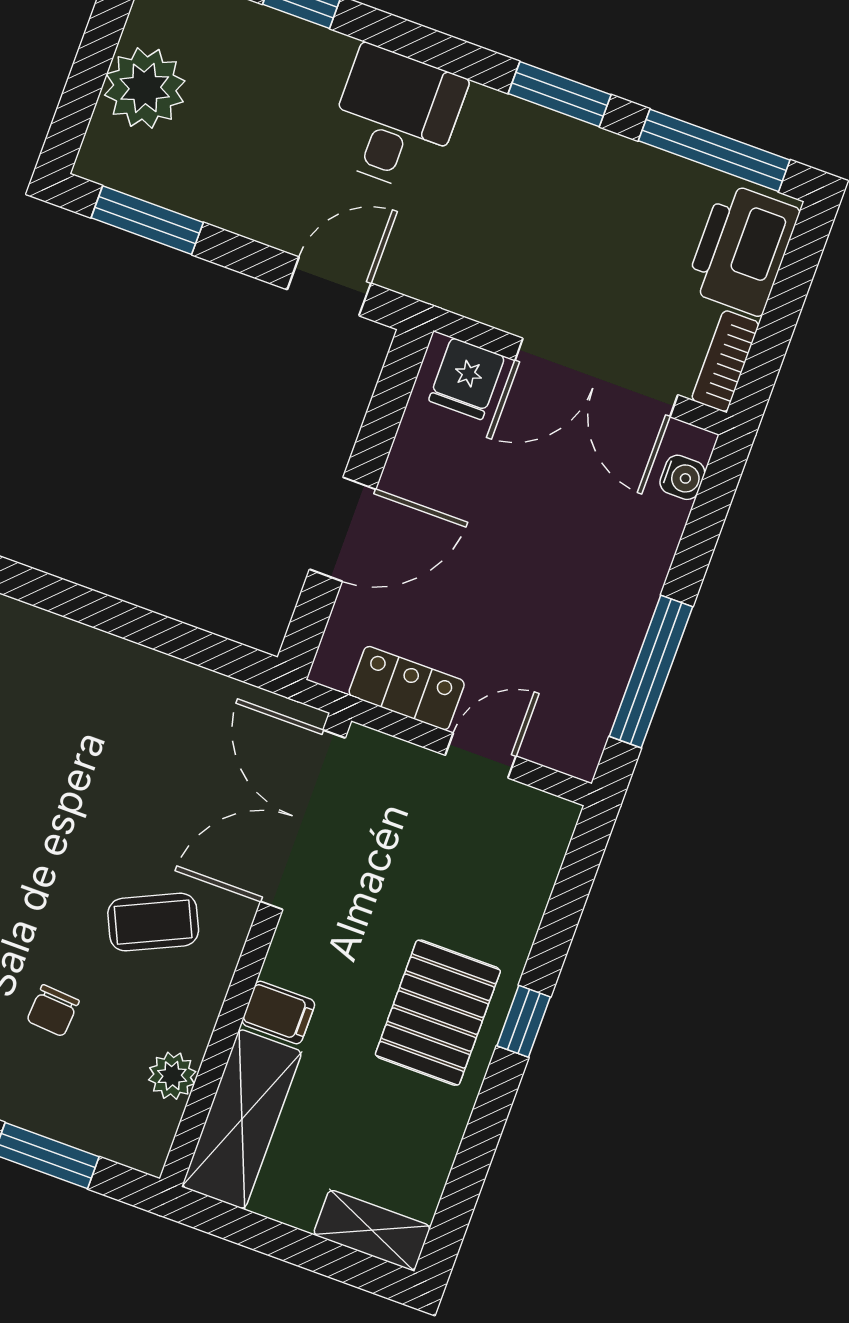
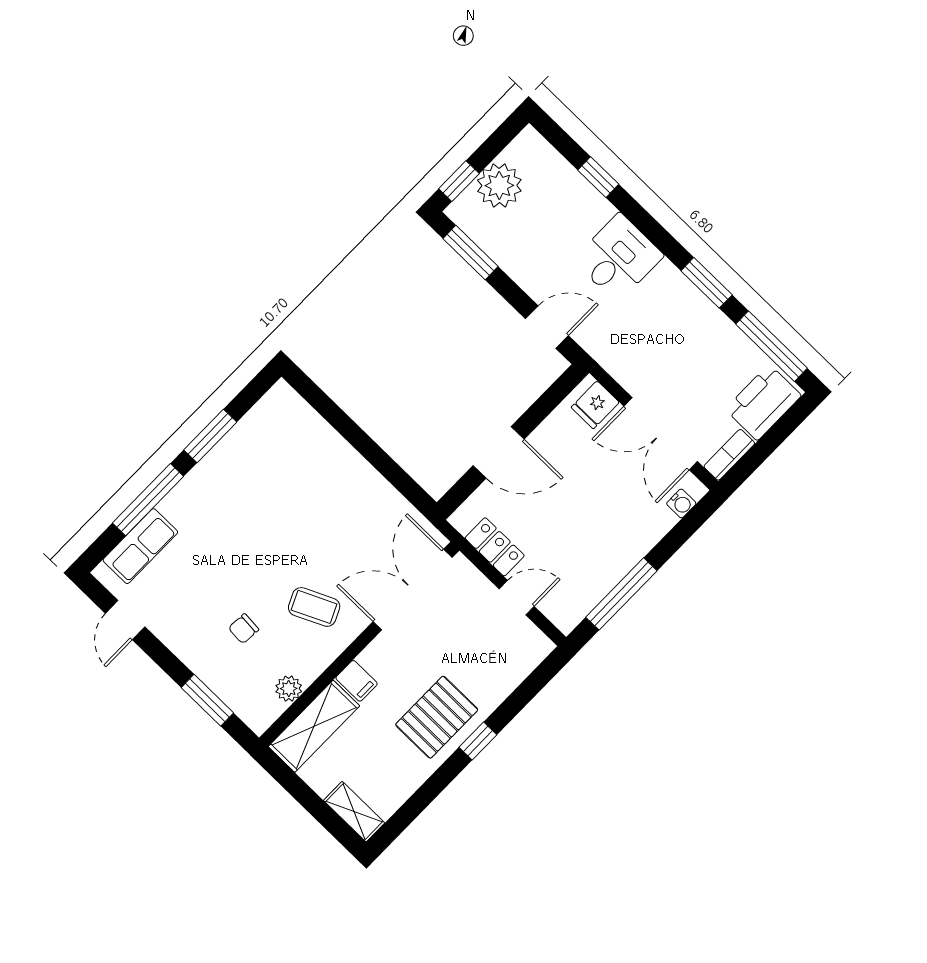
window: (75, 111) -> (459, 181), added

